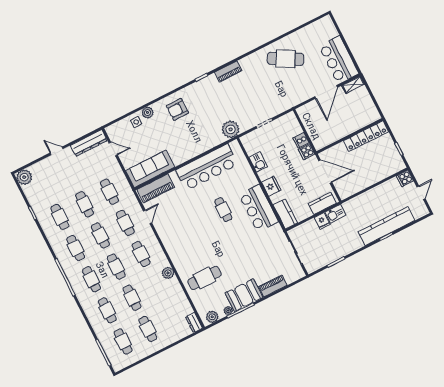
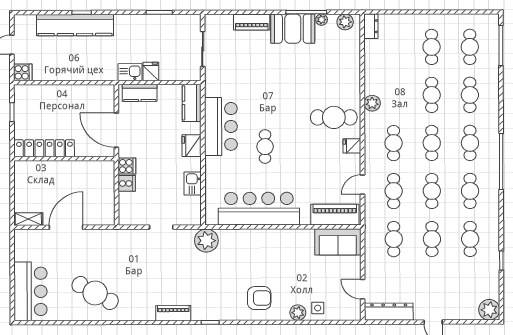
bar counter: (339, 60) -> (31, 291), moved
sofa: (150, 169) -> (338, 242), width x0.73
fridge: (167, 239) -> (352, 146), added
cafe table: (204, 278) -> (334, 117), moved

